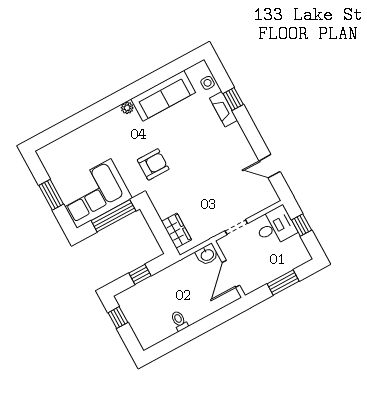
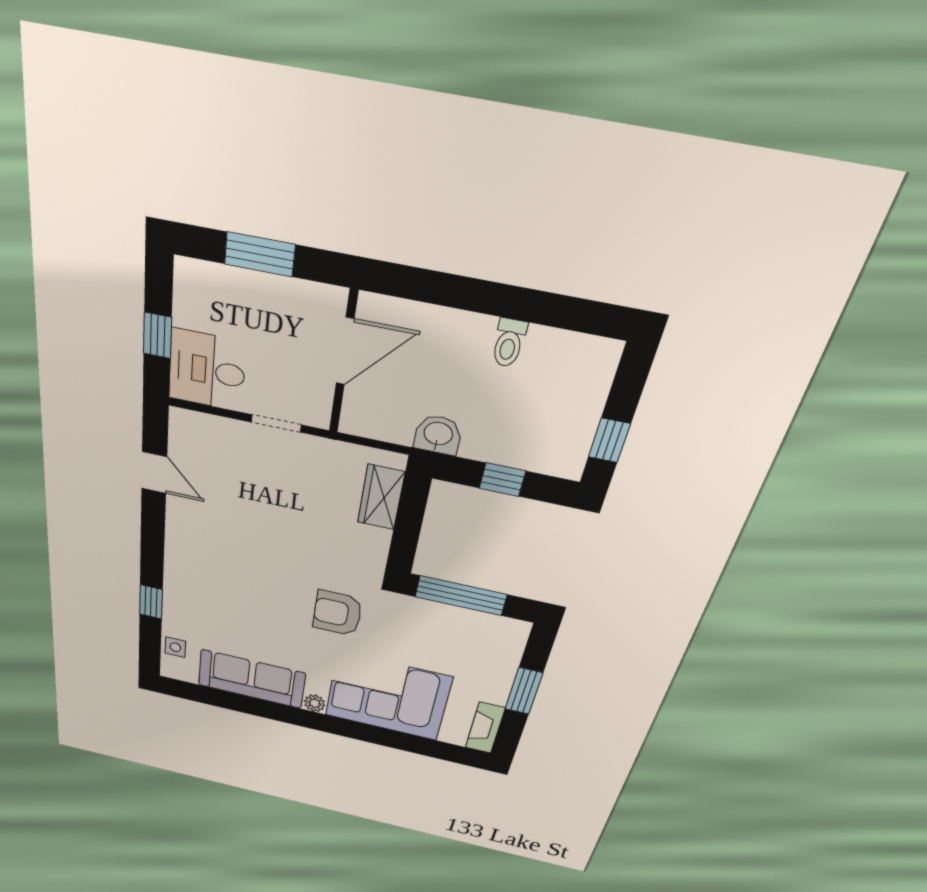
fireplace: (223, 109) -> (485, 728), moved, turned 180
corner sofa: (94, 193) -> (388, 696), moved, turned 180
washbasin: (207, 255) -> (438, 435), moved

